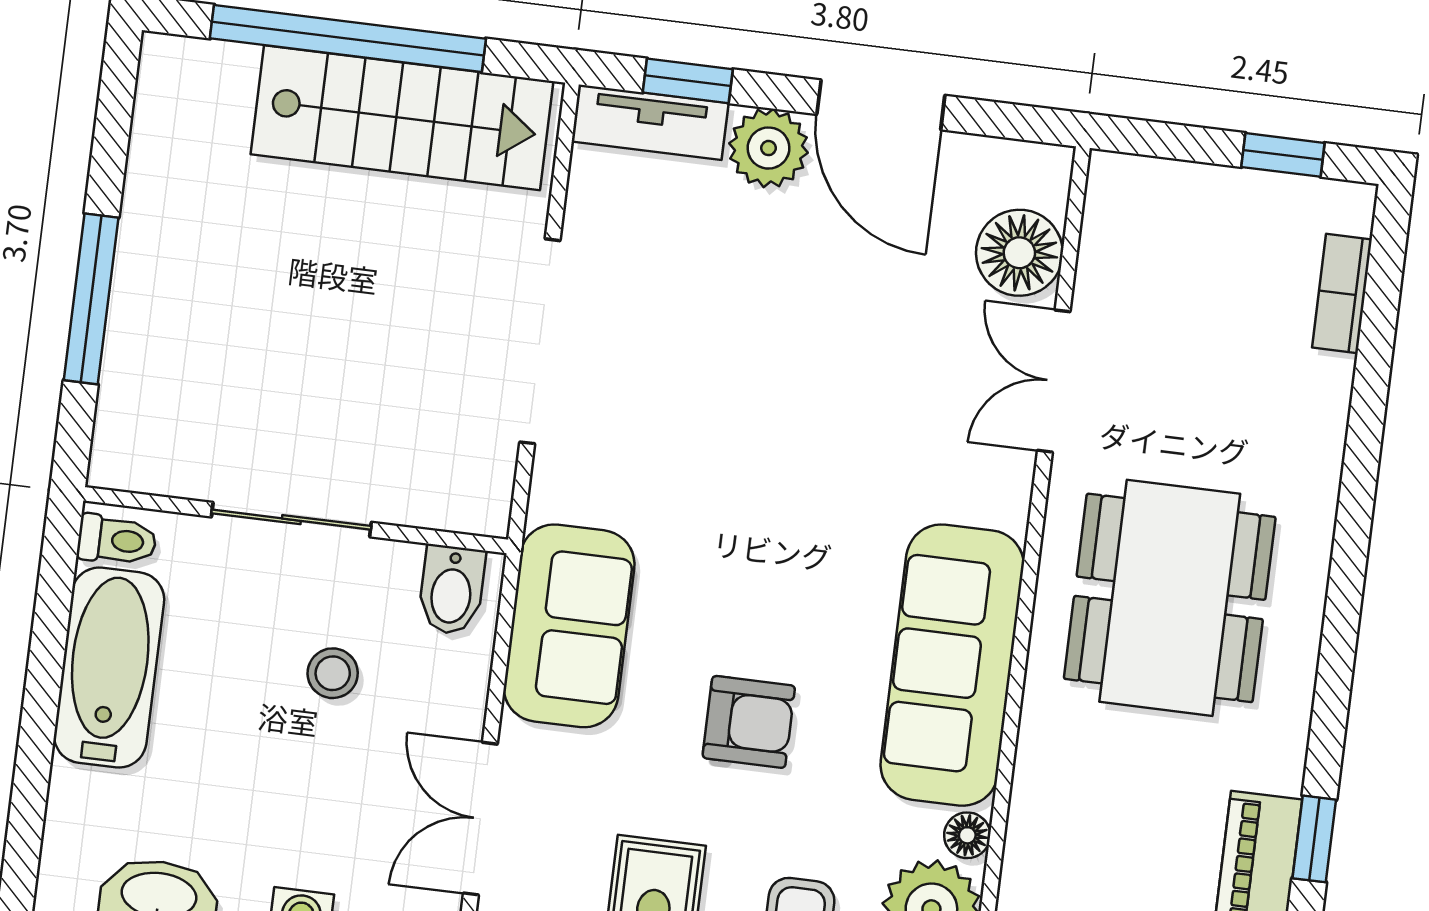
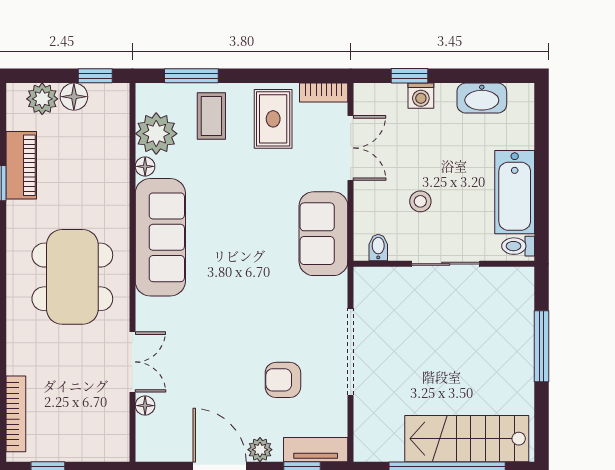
stairs: (402, 118) -> (467, 439), moved
plant: (769, 148) -> (260, 450), width x0.73, depth x0.73
floor lamp: (1019, 253) -> (145, 406), width x0.53, depth x0.53
bookcase: (1342, 293) -> (16, 414), width x1.56
bidet: (452, 590) -> (378, 247), width x0.72, depth x0.74
armchair: (749, 722) -> (283, 380), moved

